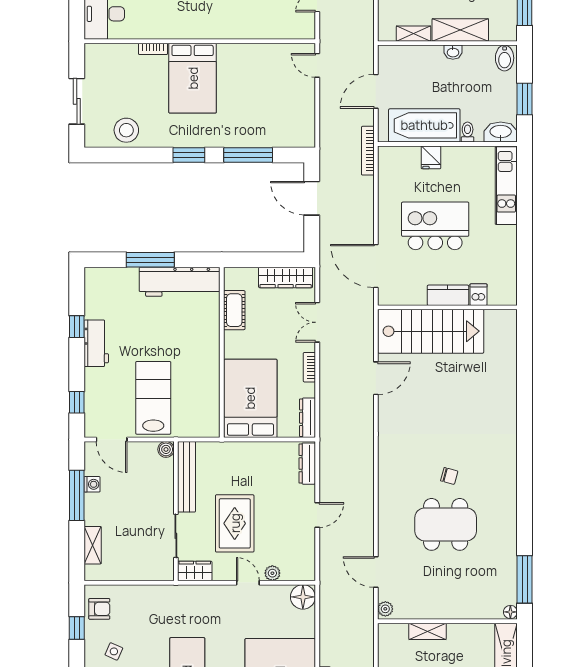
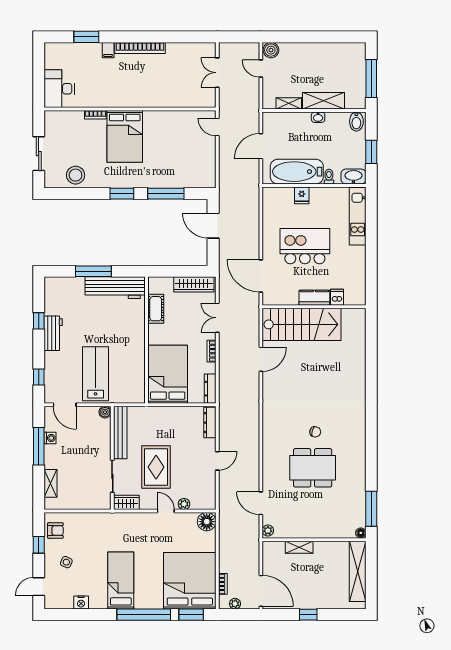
bookcase: (368, 151) -> (255, 190), removed

